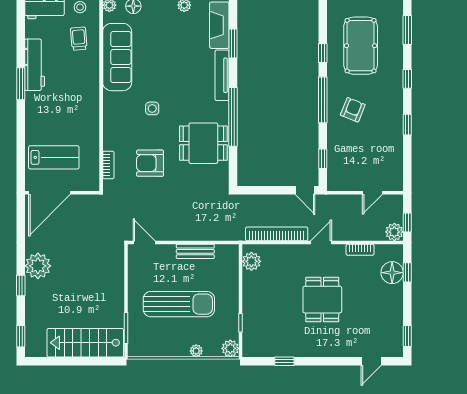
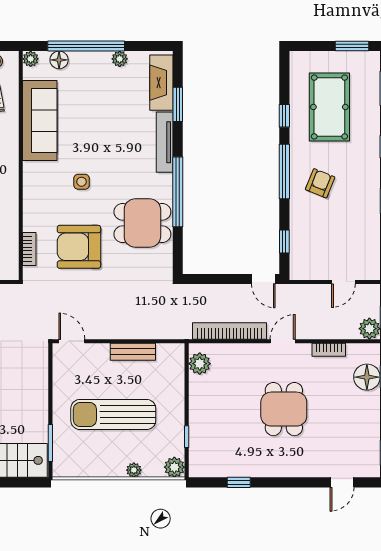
armchair: (150, 163) -> (79, 247), width x1.36, depth x1.36
sun lounger: (179, 304) -> (113, 414), turned 180

